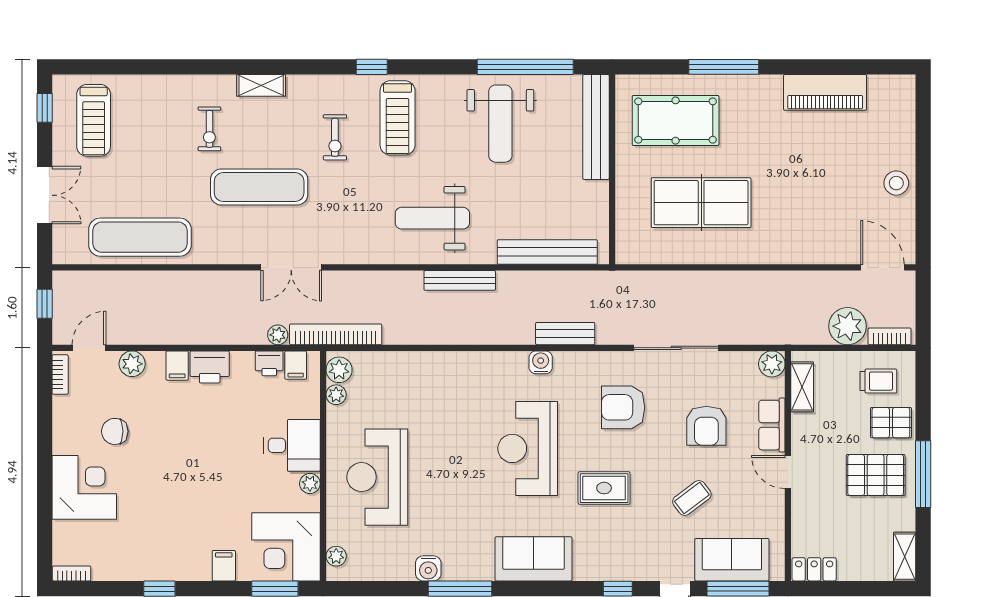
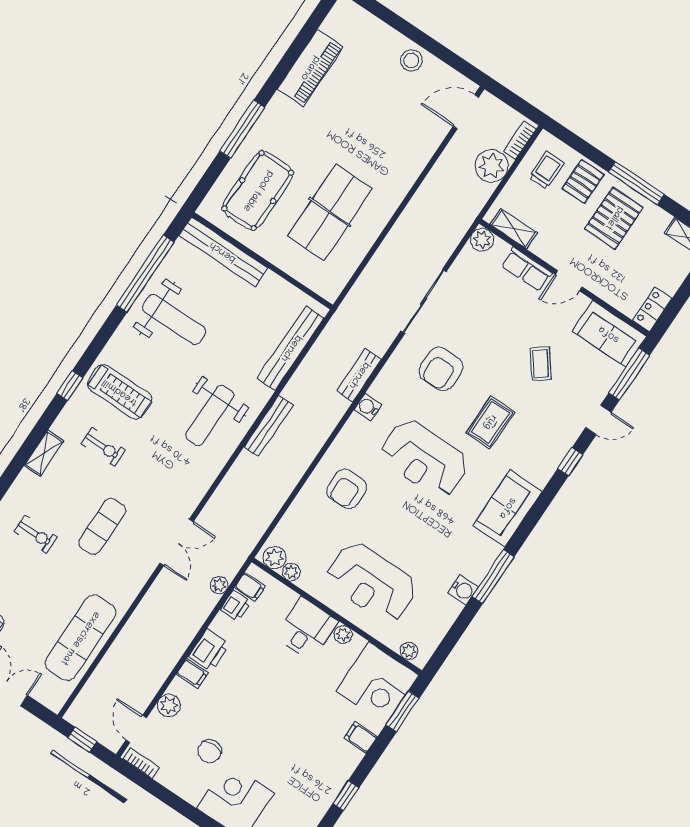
shelving: (261, 85) -> (44, 453), moved
exercise mat: (259, 187) -> (102, 526), width x0.73, depth x0.69
bookcase: (336, 334) -> (247, 543), removed
armchair: (706, 426) -> (347, 489), moved, turned 90
sofa: (732, 560) -> (609, 334), moved, turned -90

